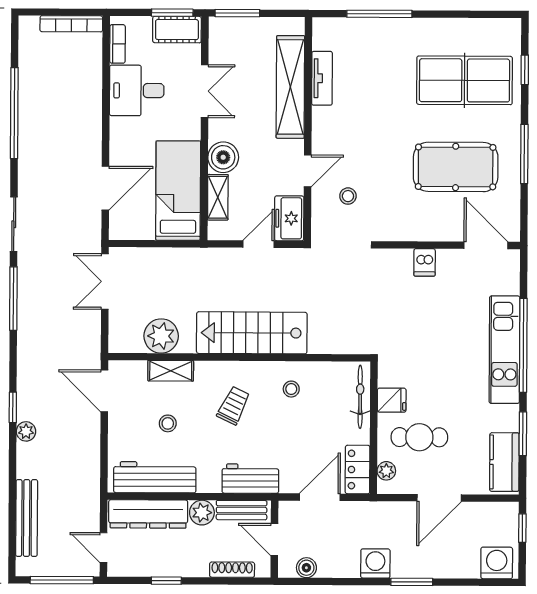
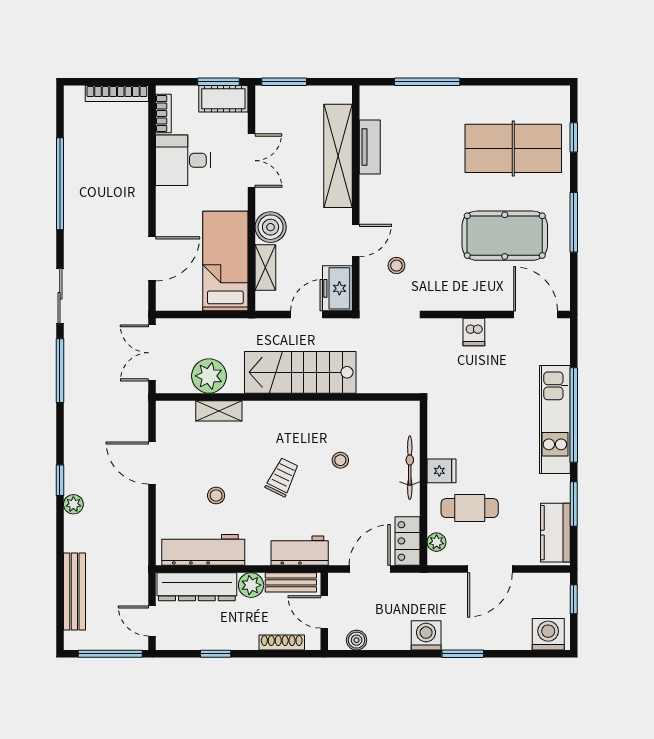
stairs: (252, 333) -> (300, 372), moved
plant: (161, 336) -> (209, 376), moved
wall: (239, 357) -> (288, 397), moved
shelving: (171, 371) -> (219, 411), moved

